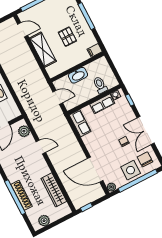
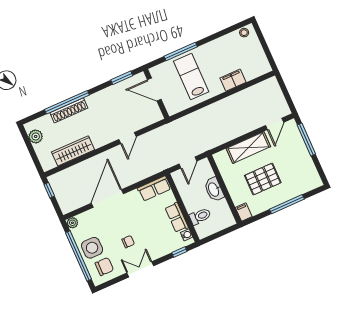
pallet: (67, 37) -> (263, 179), width x1.50, depth x1.42
double door: (146, 130) -> (140, 269), width x0.73
plant: (24, 131) -> (148, 118), removed
door: (95, 170) -> (107, 198), moved

